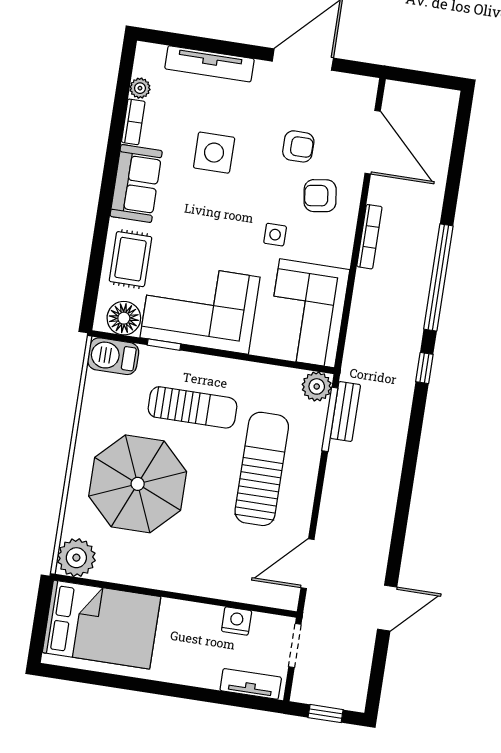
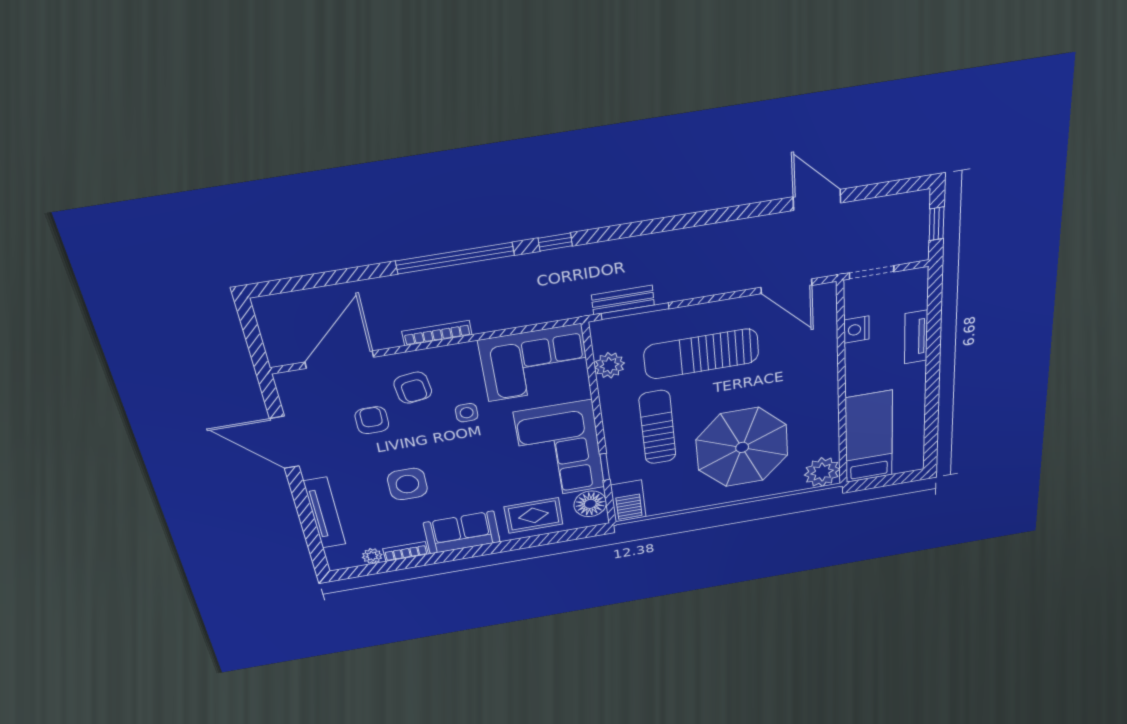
plant: (317, 386) -> (609, 365), moved
bed: (102, 625) -> (869, 437), width x0.67
tv unit: (251, 684) -> (916, 337), moved

